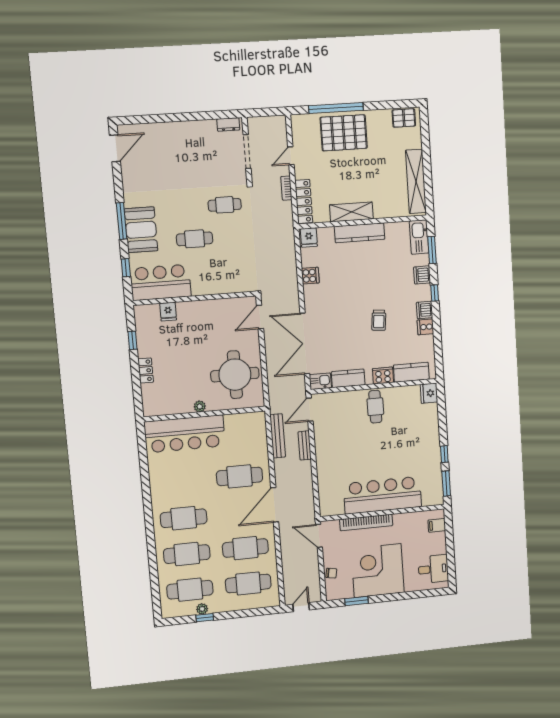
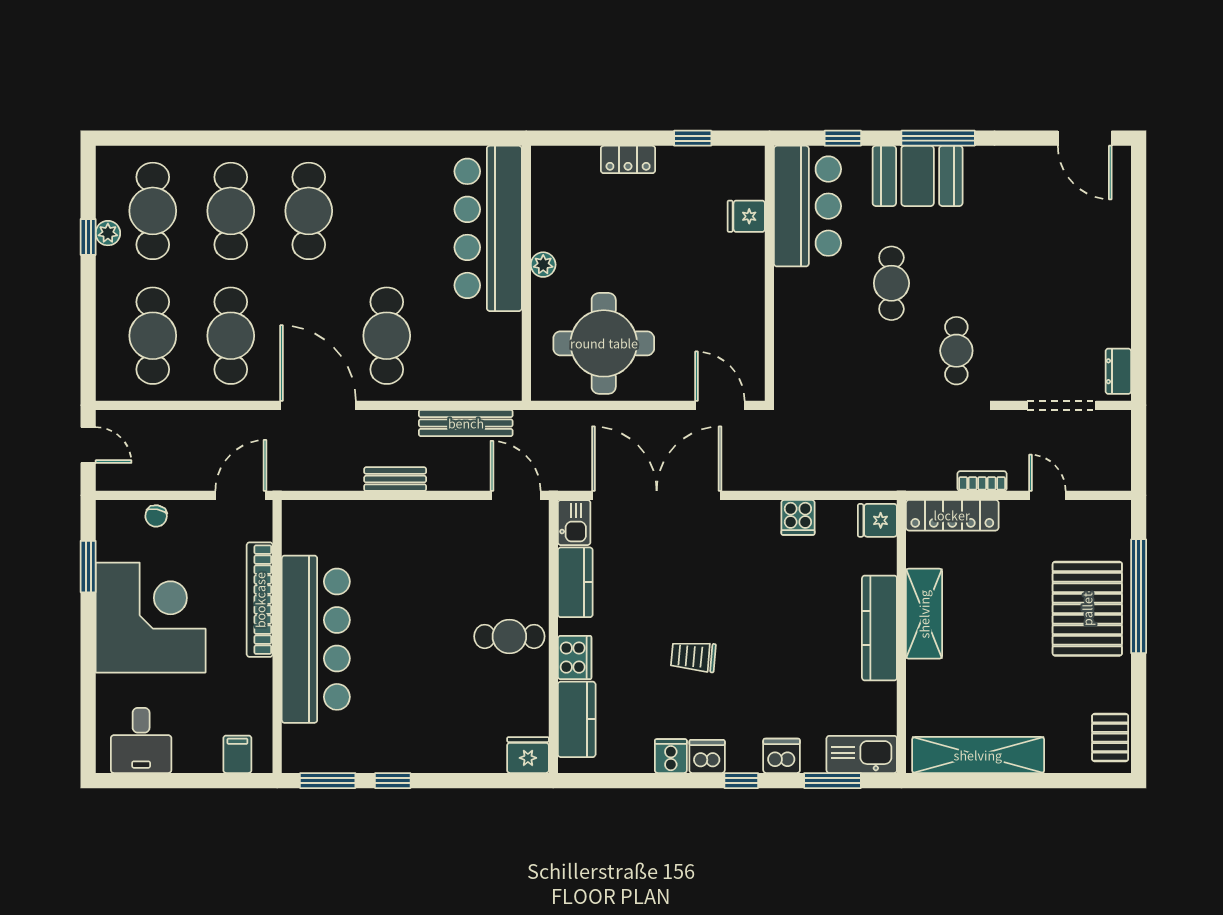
bench: (305, 445) -> (395, 479), moved

